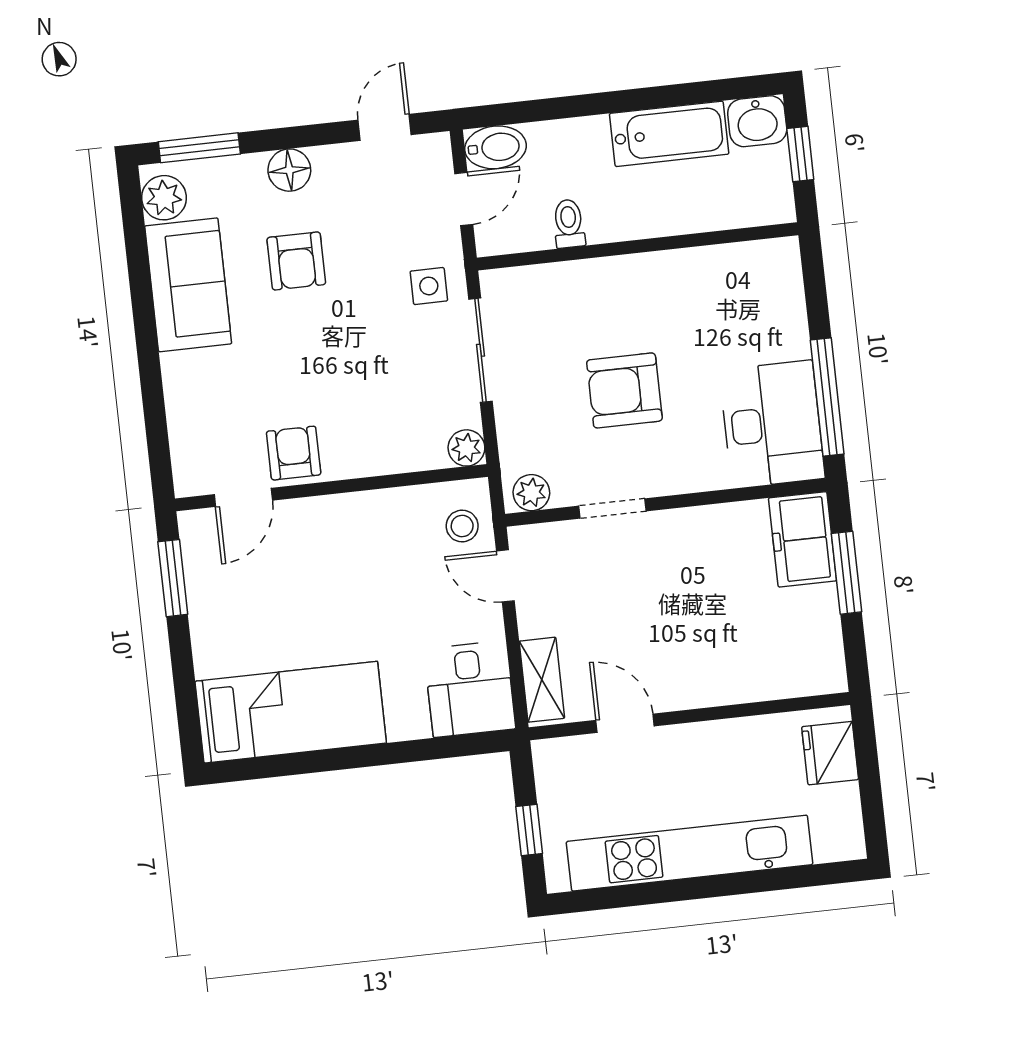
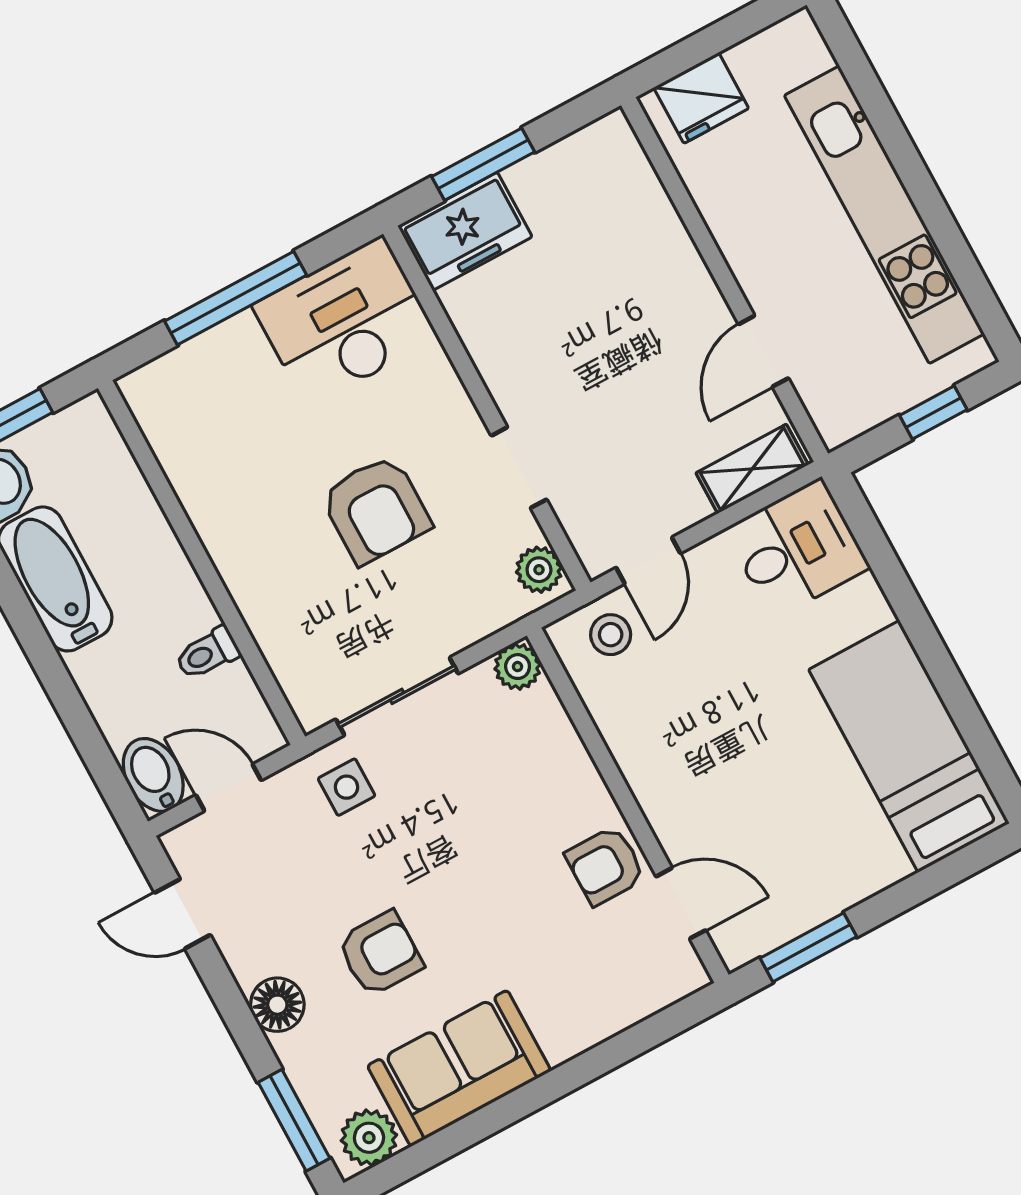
window: (827, 397) -> (236, 298), moved

